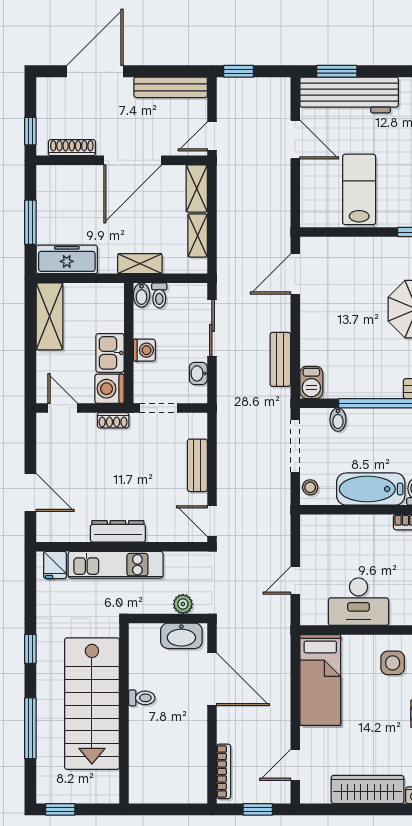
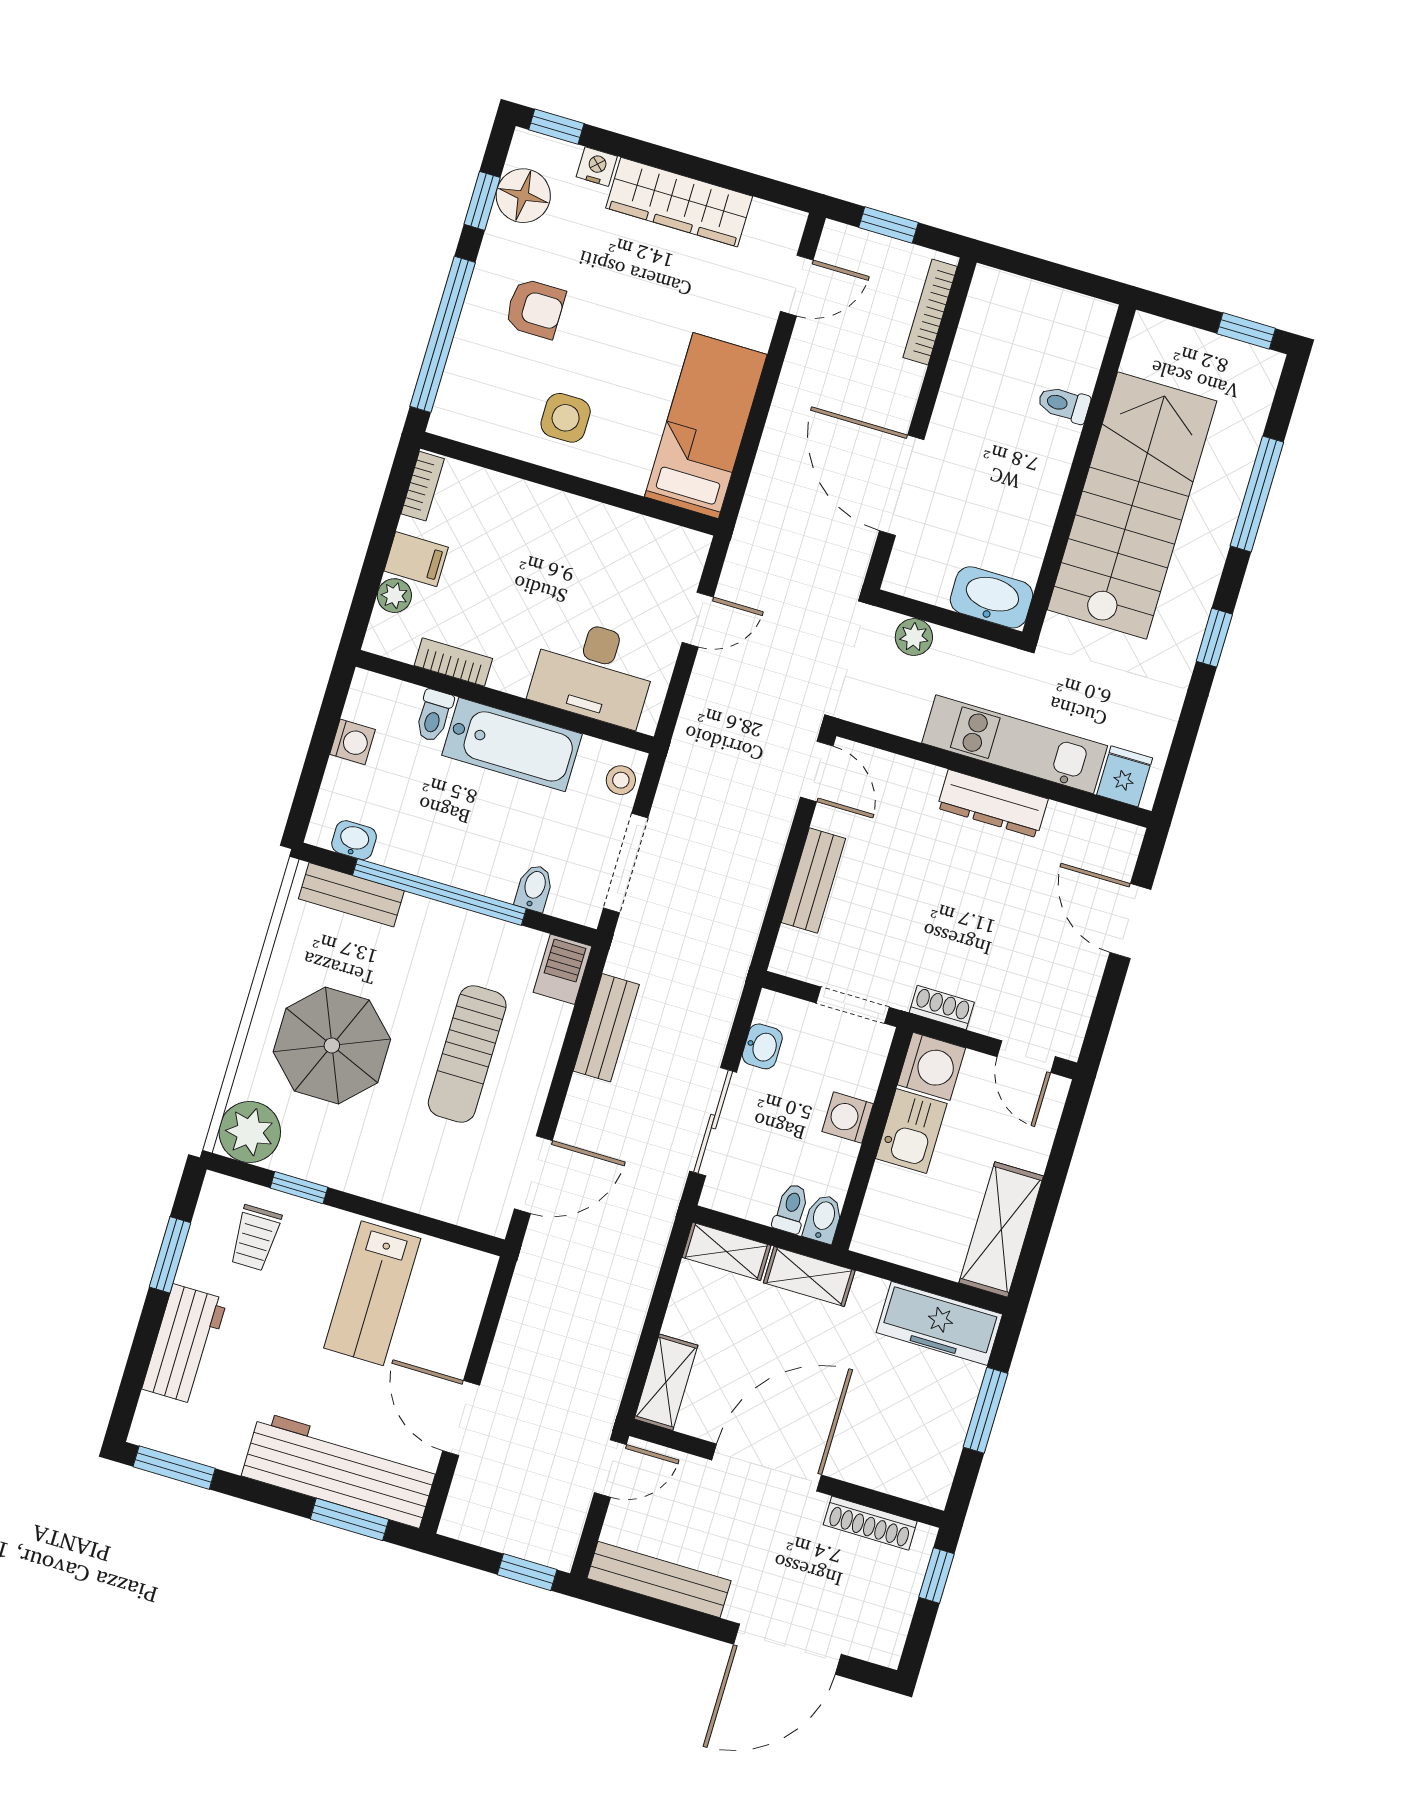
shelving: (198, 236) -> (726, 1251), moved, turned 90
sun lounger: (347, 325) -> (467, 1054), added
desk: (358, 602) -> (594, 672), moved, turned 180
washbasin: (181, 636) -> (991, 597), moved
toilet: (142, 698) -> (1064, 404), moved

